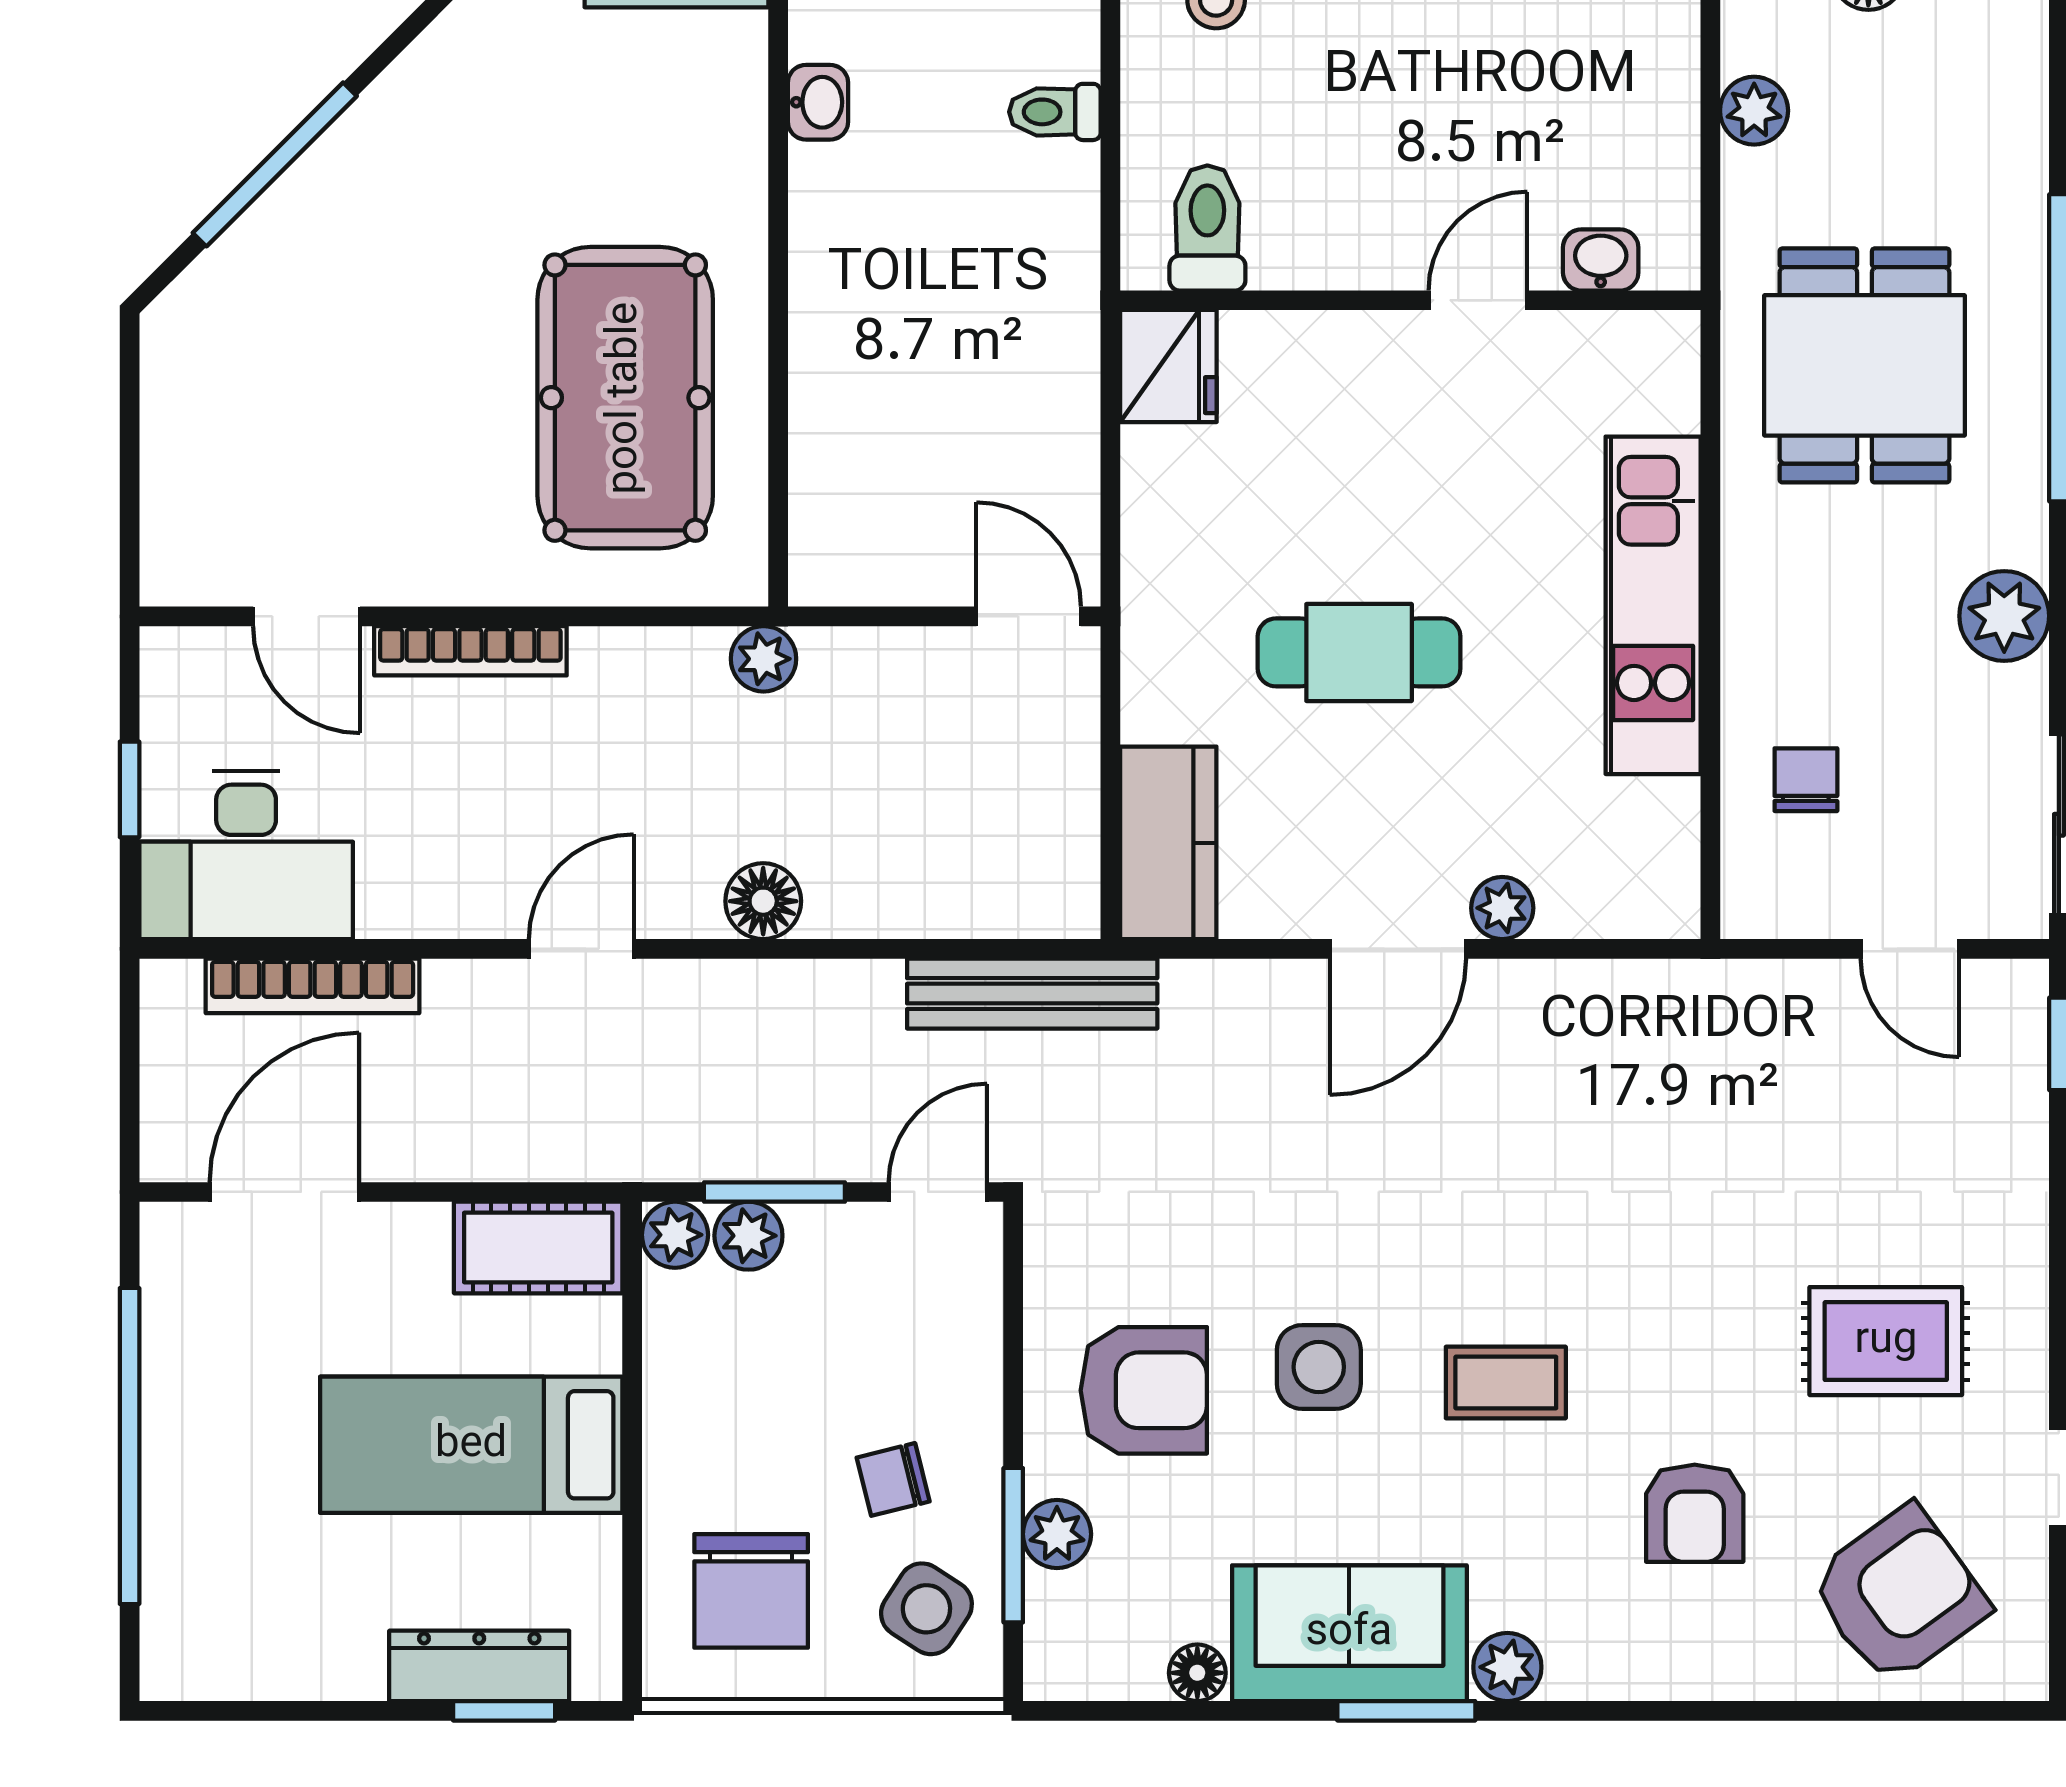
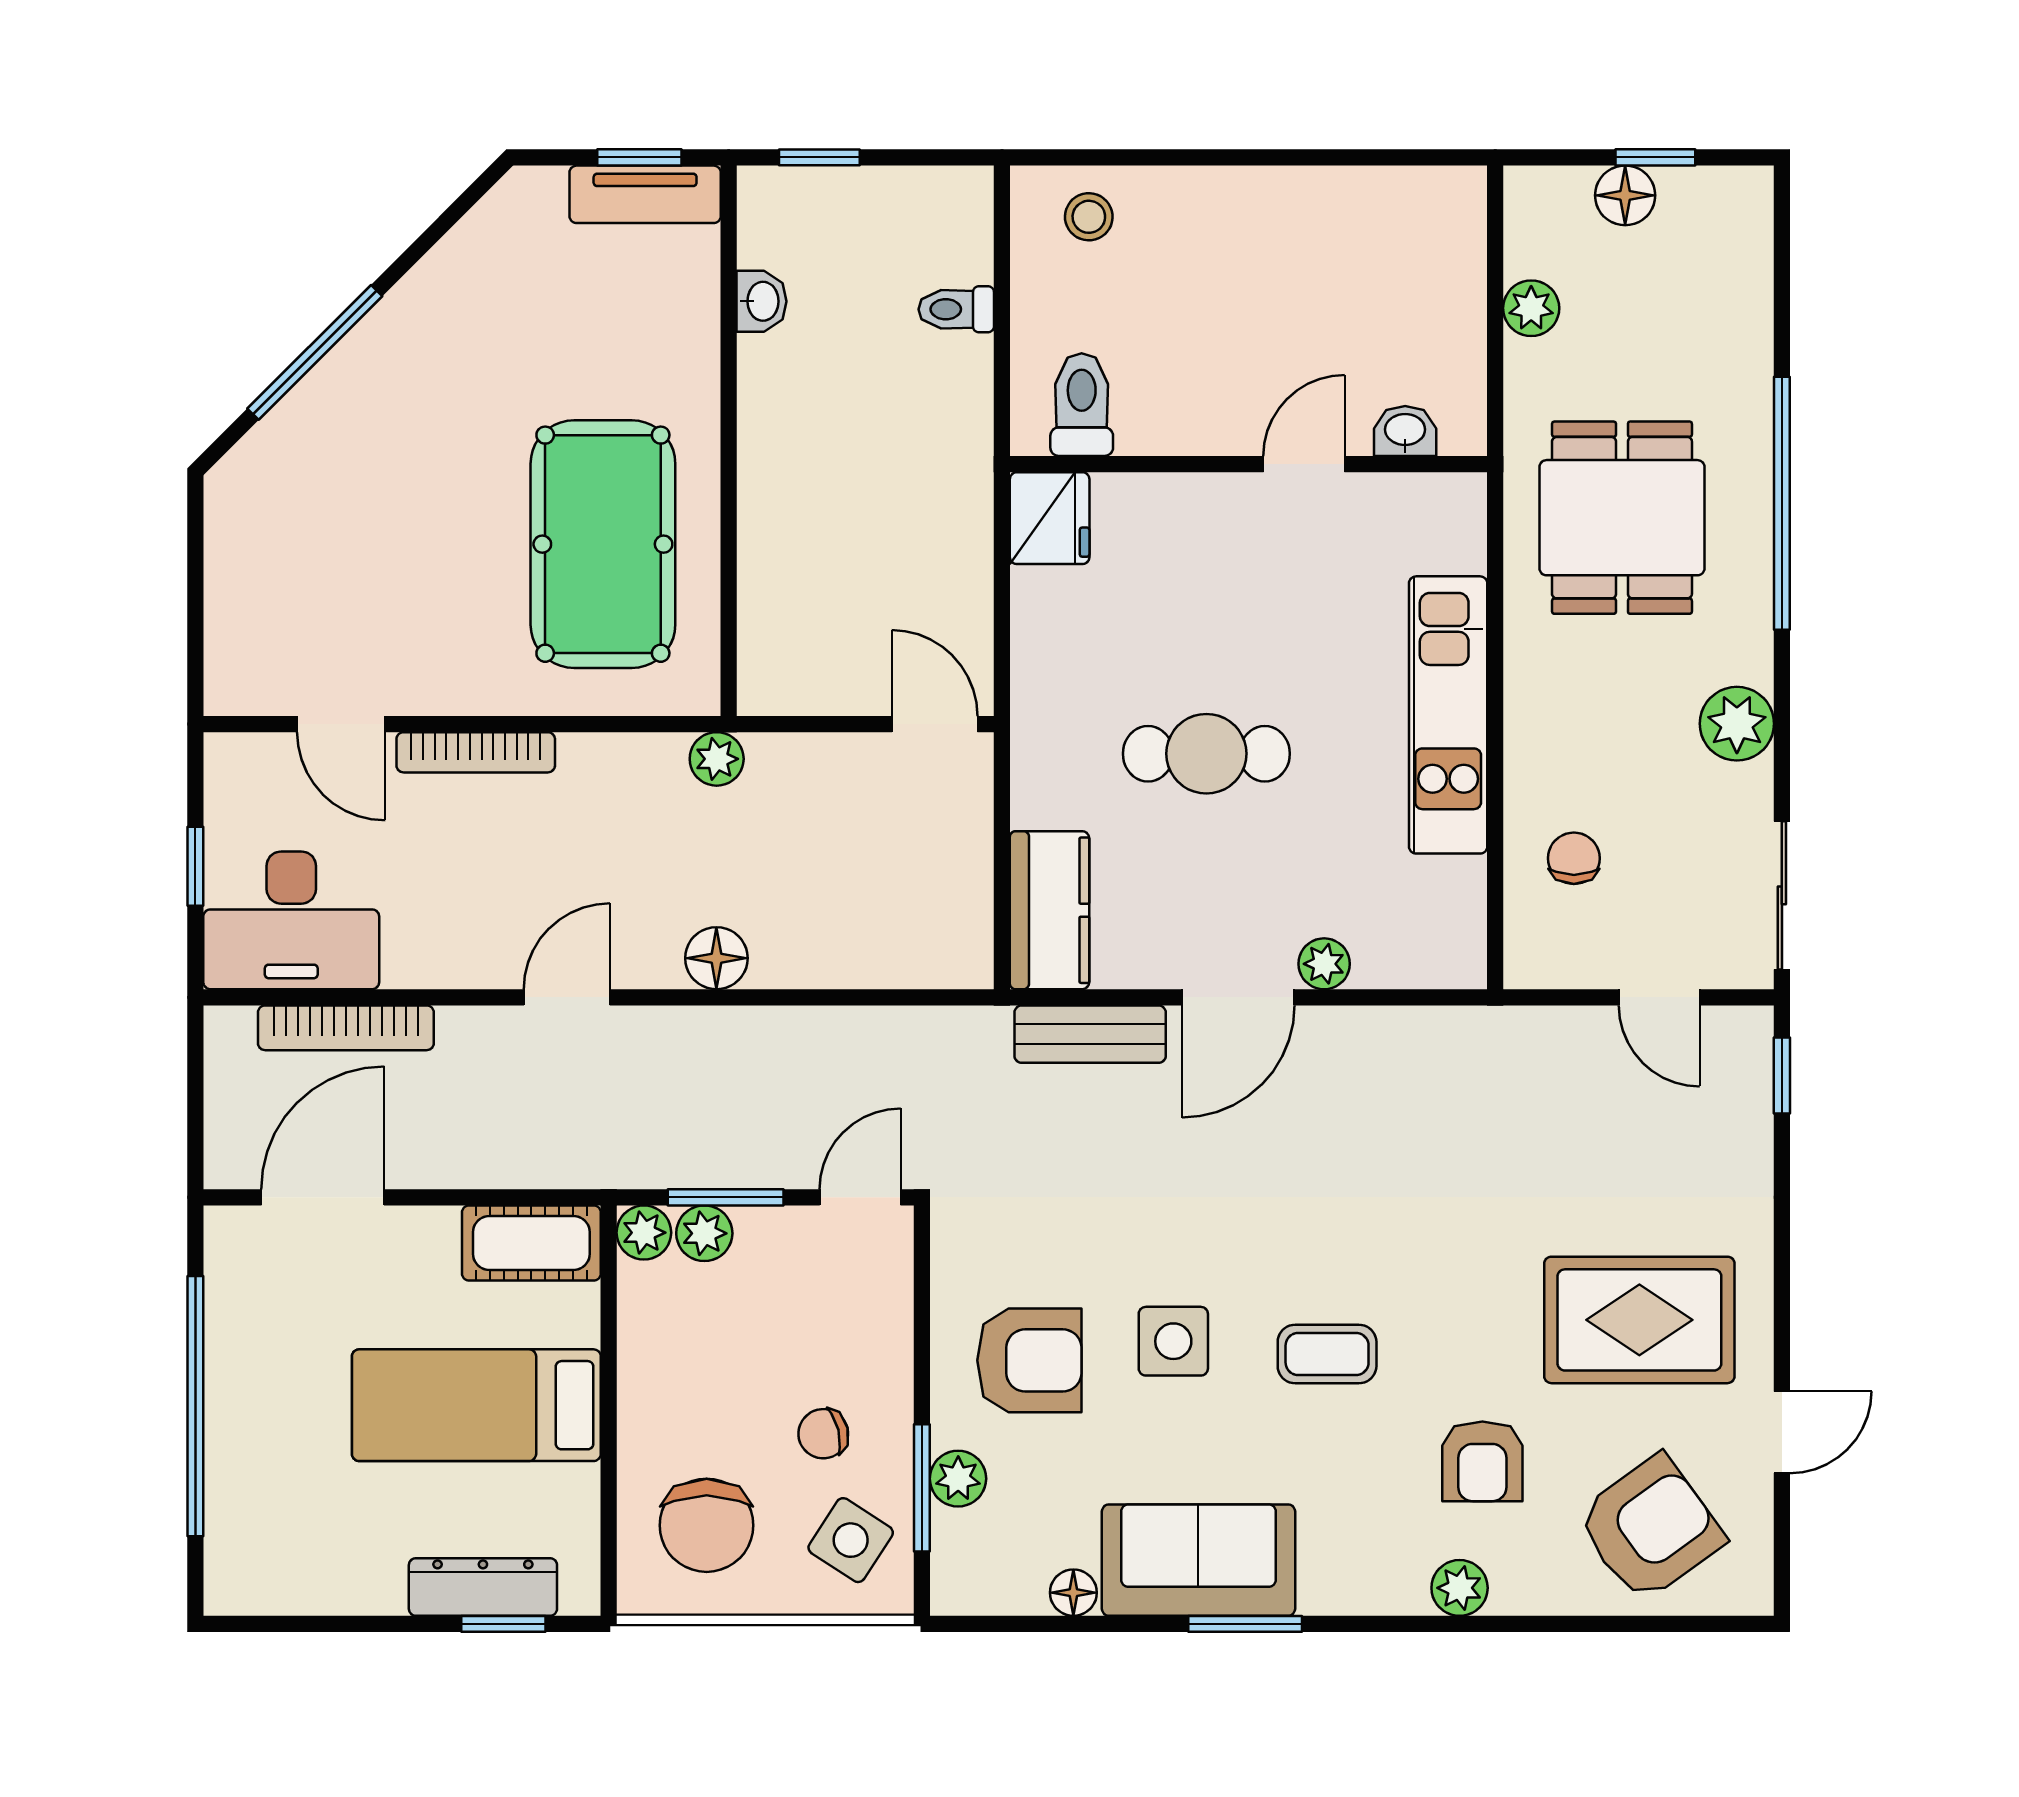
bench: (1032, 994) -> (1090, 1034), moved, width x0.73
rug: (1886, 1341) -> (1639, 1320), width x1.36, depth x1.43
plant: (1507, 1667) -> (1460, 1588), moved

